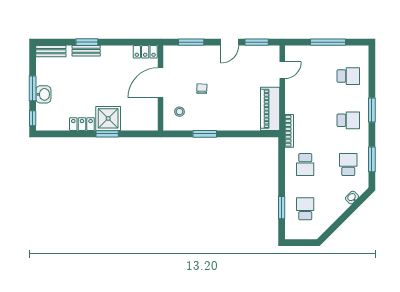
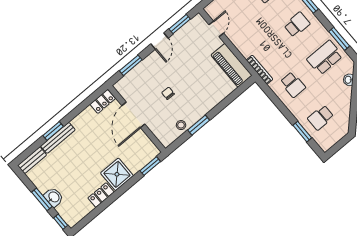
bench: (86, 51) -> (58, 138), width x1.36
stool: (180, 112) -> (181, 125), moved
window: (107, 134) -> (150, 166), moved
school desk: (348, 165) -> (325, 58), width x1.85
school desk: (305, 209) -> (321, 118), turned -90

